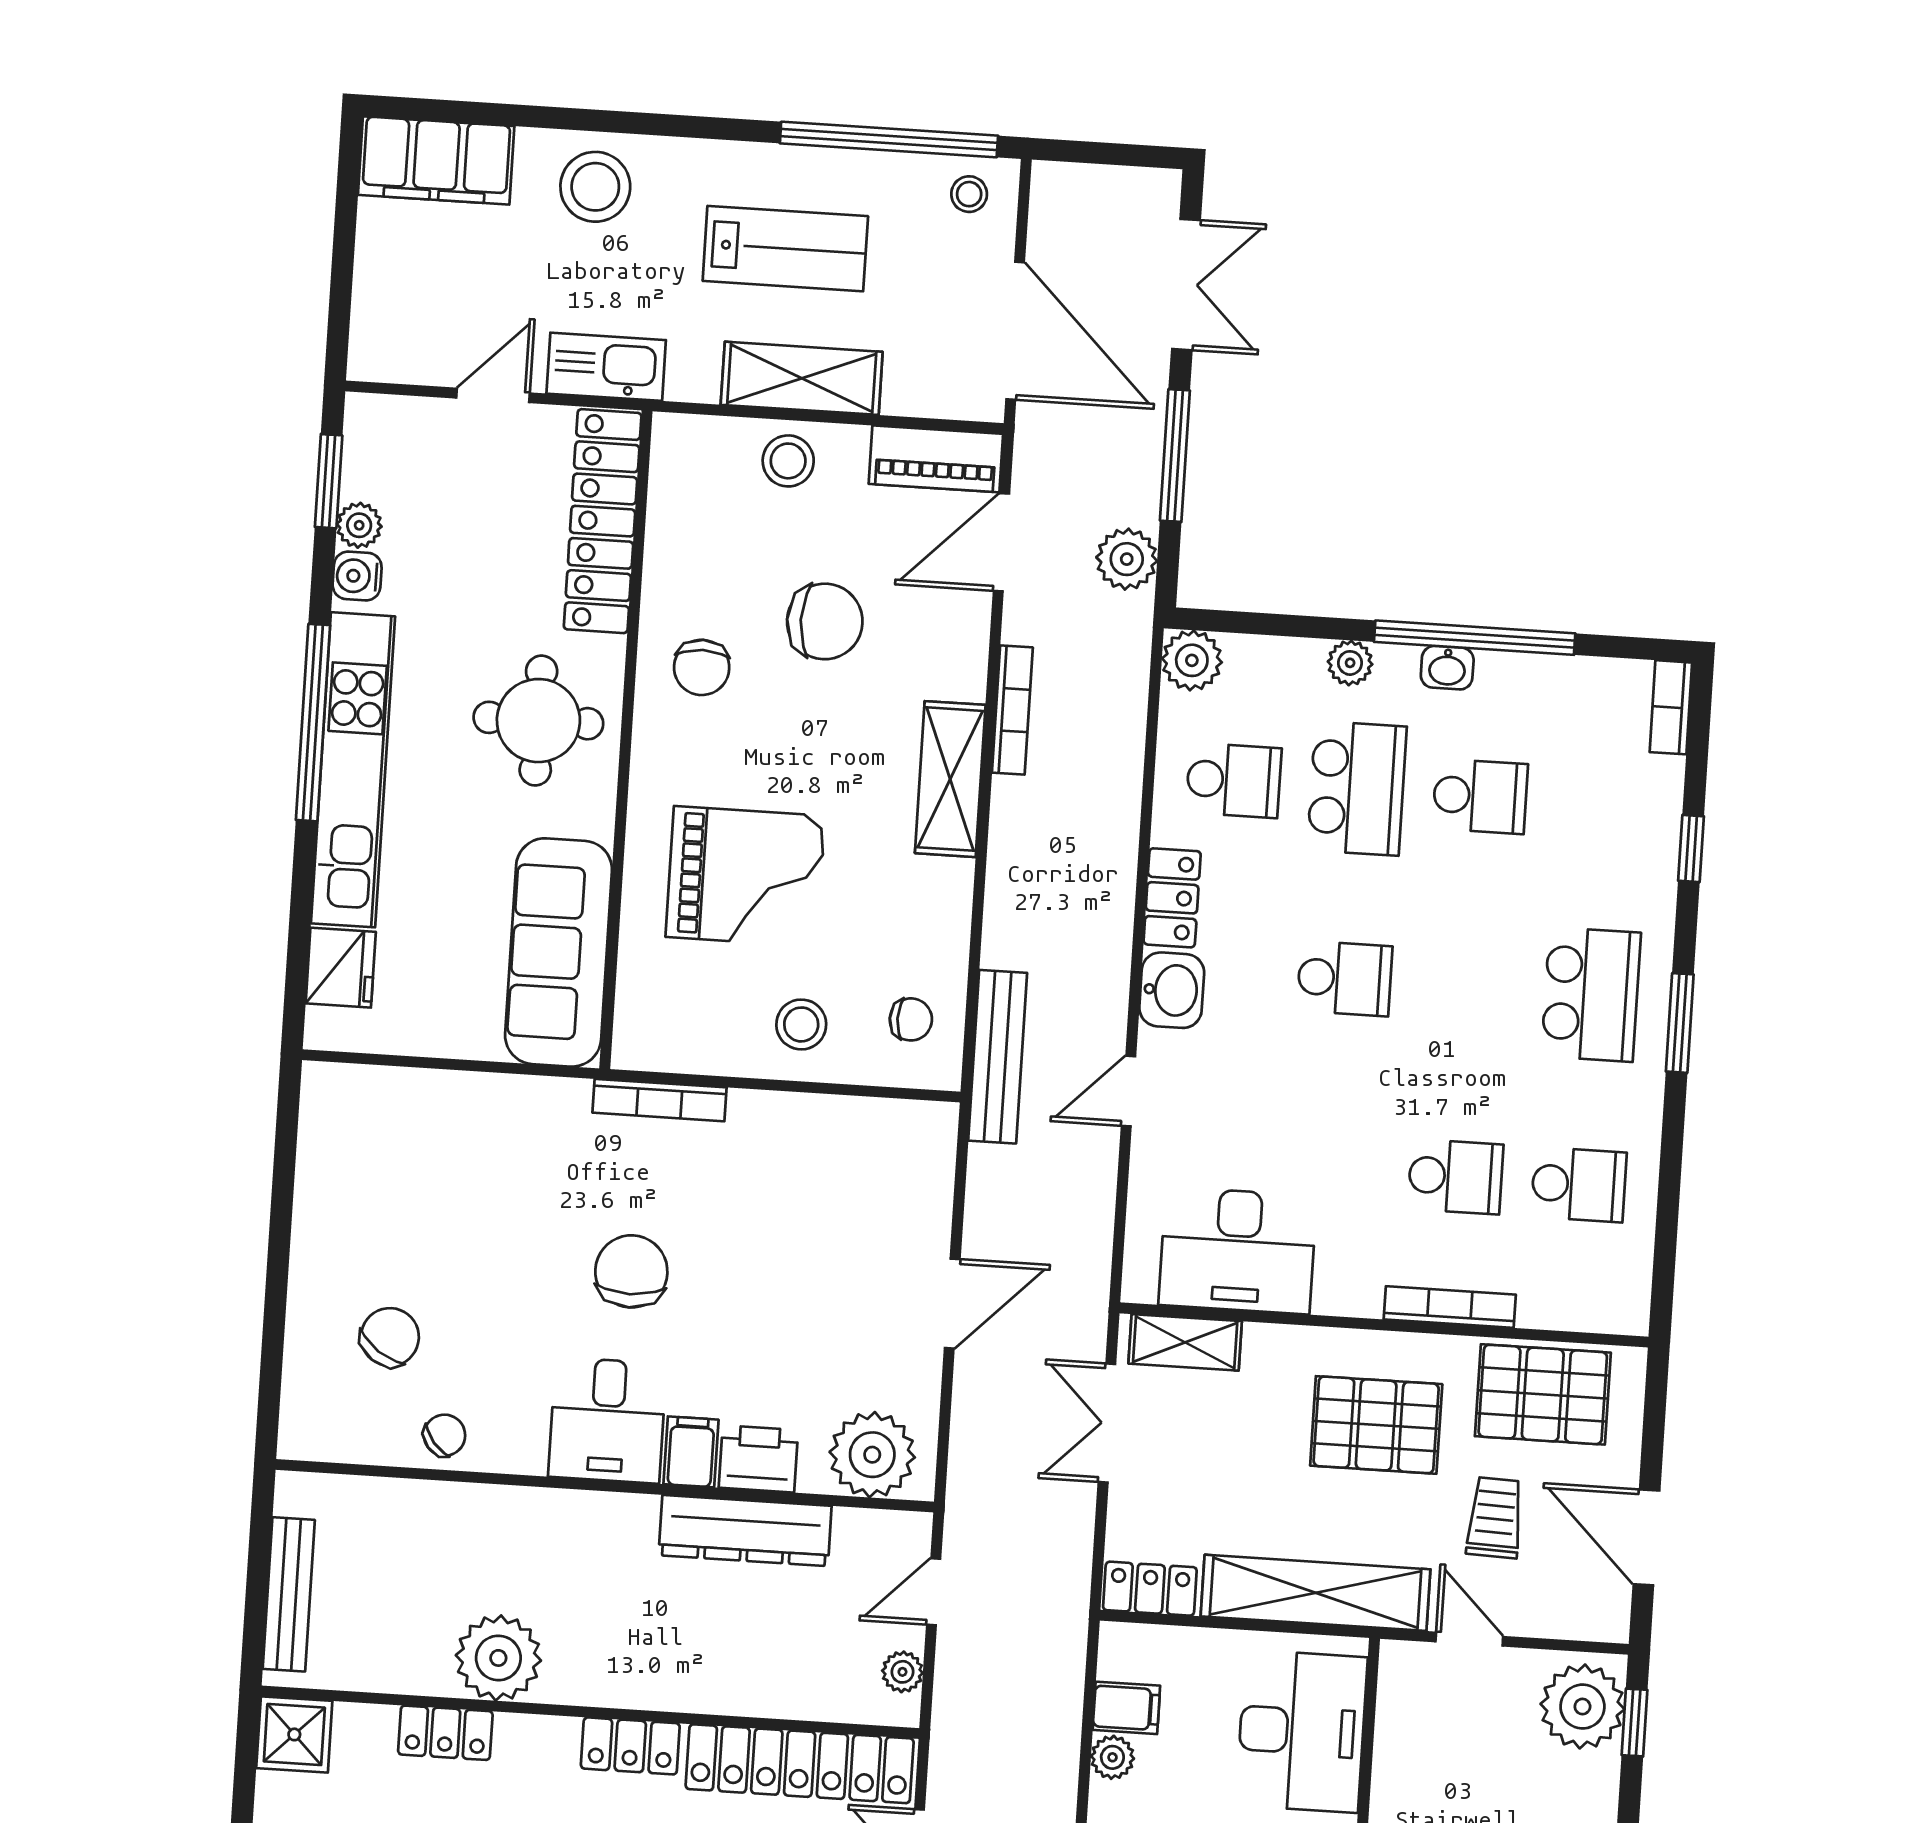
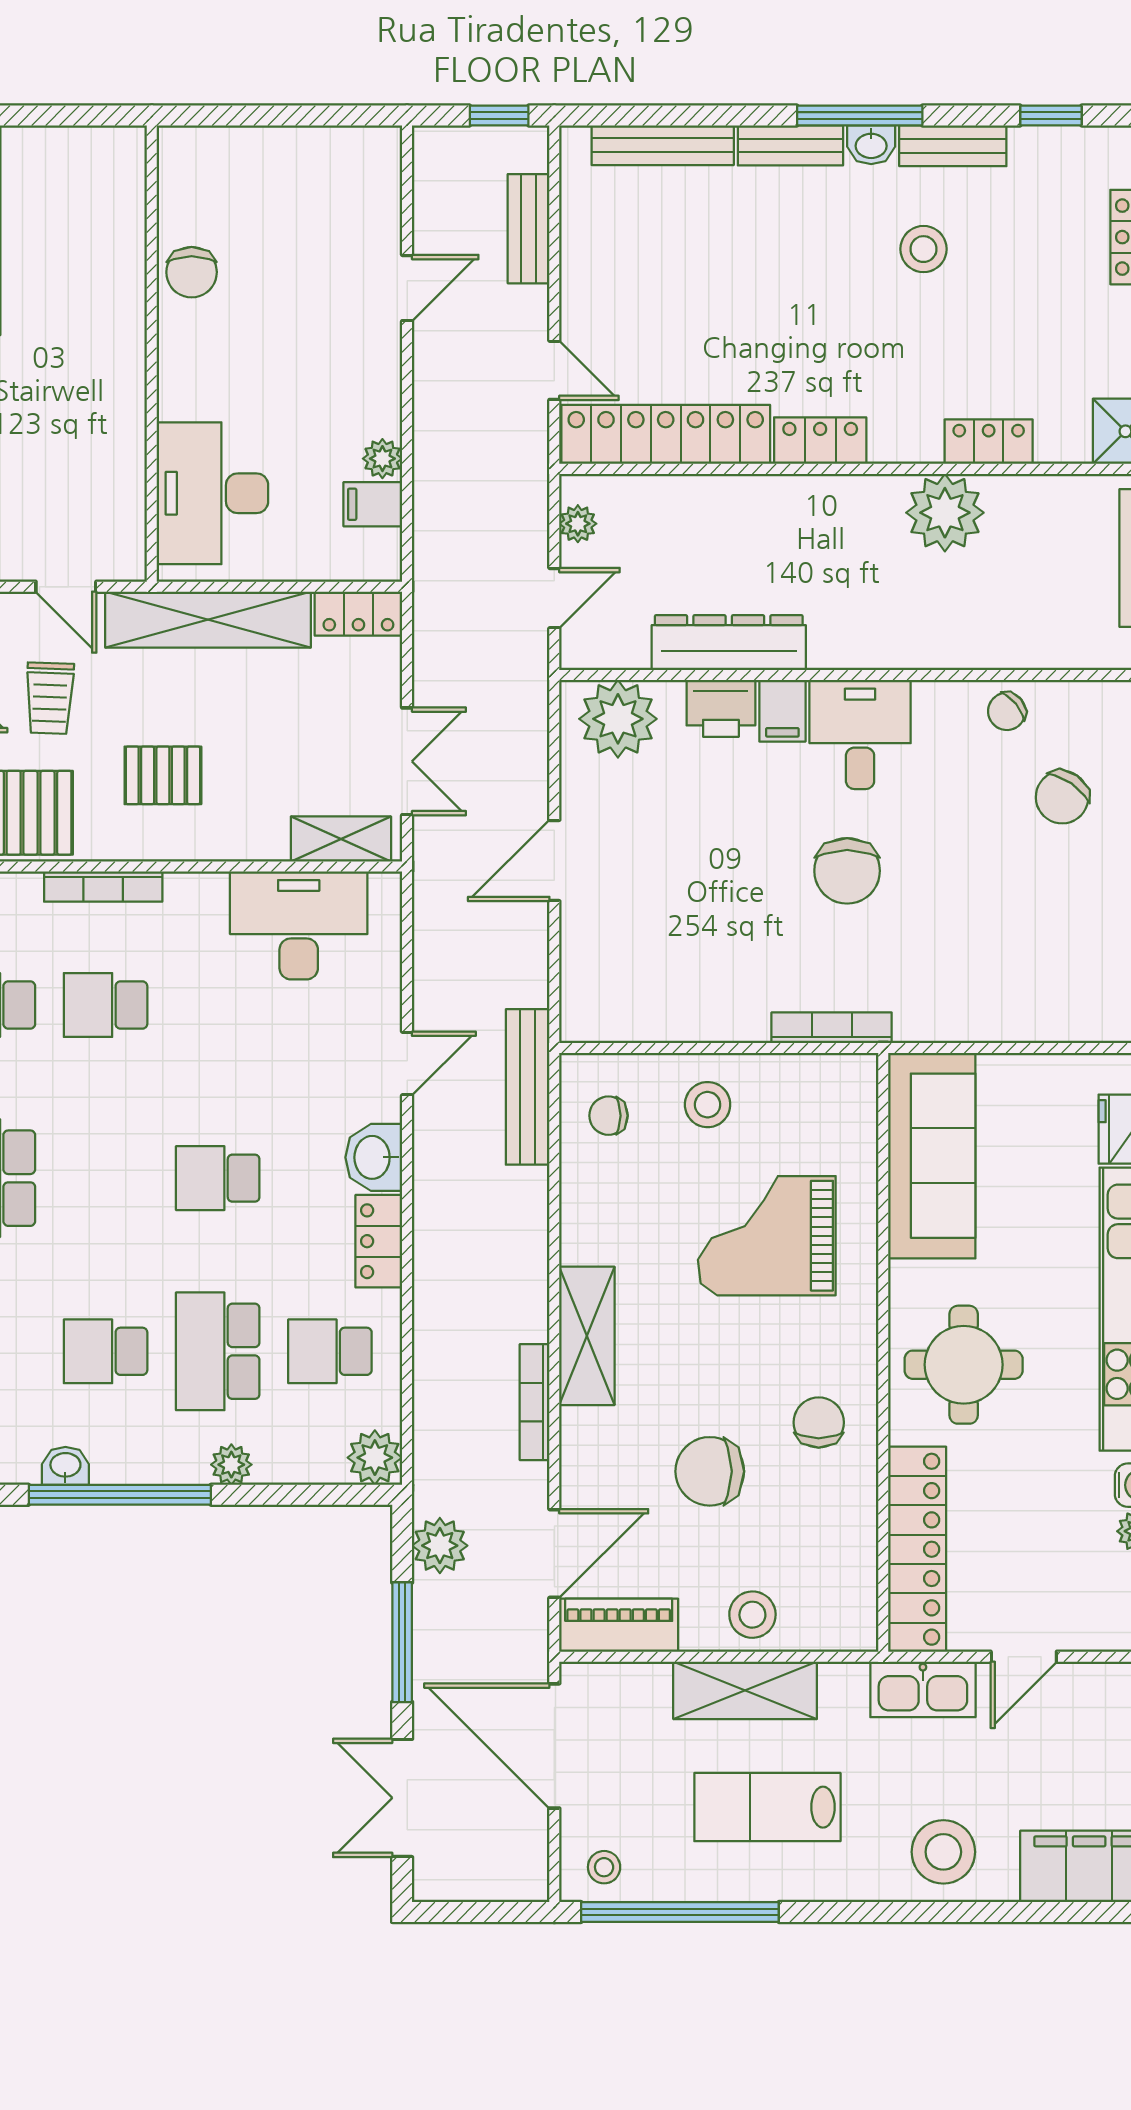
washbasin: (1447, 668) -> (65, 1466), moved
pallet: (1376, 1425) -> (163, 775), width x0.67, depth x0.71

